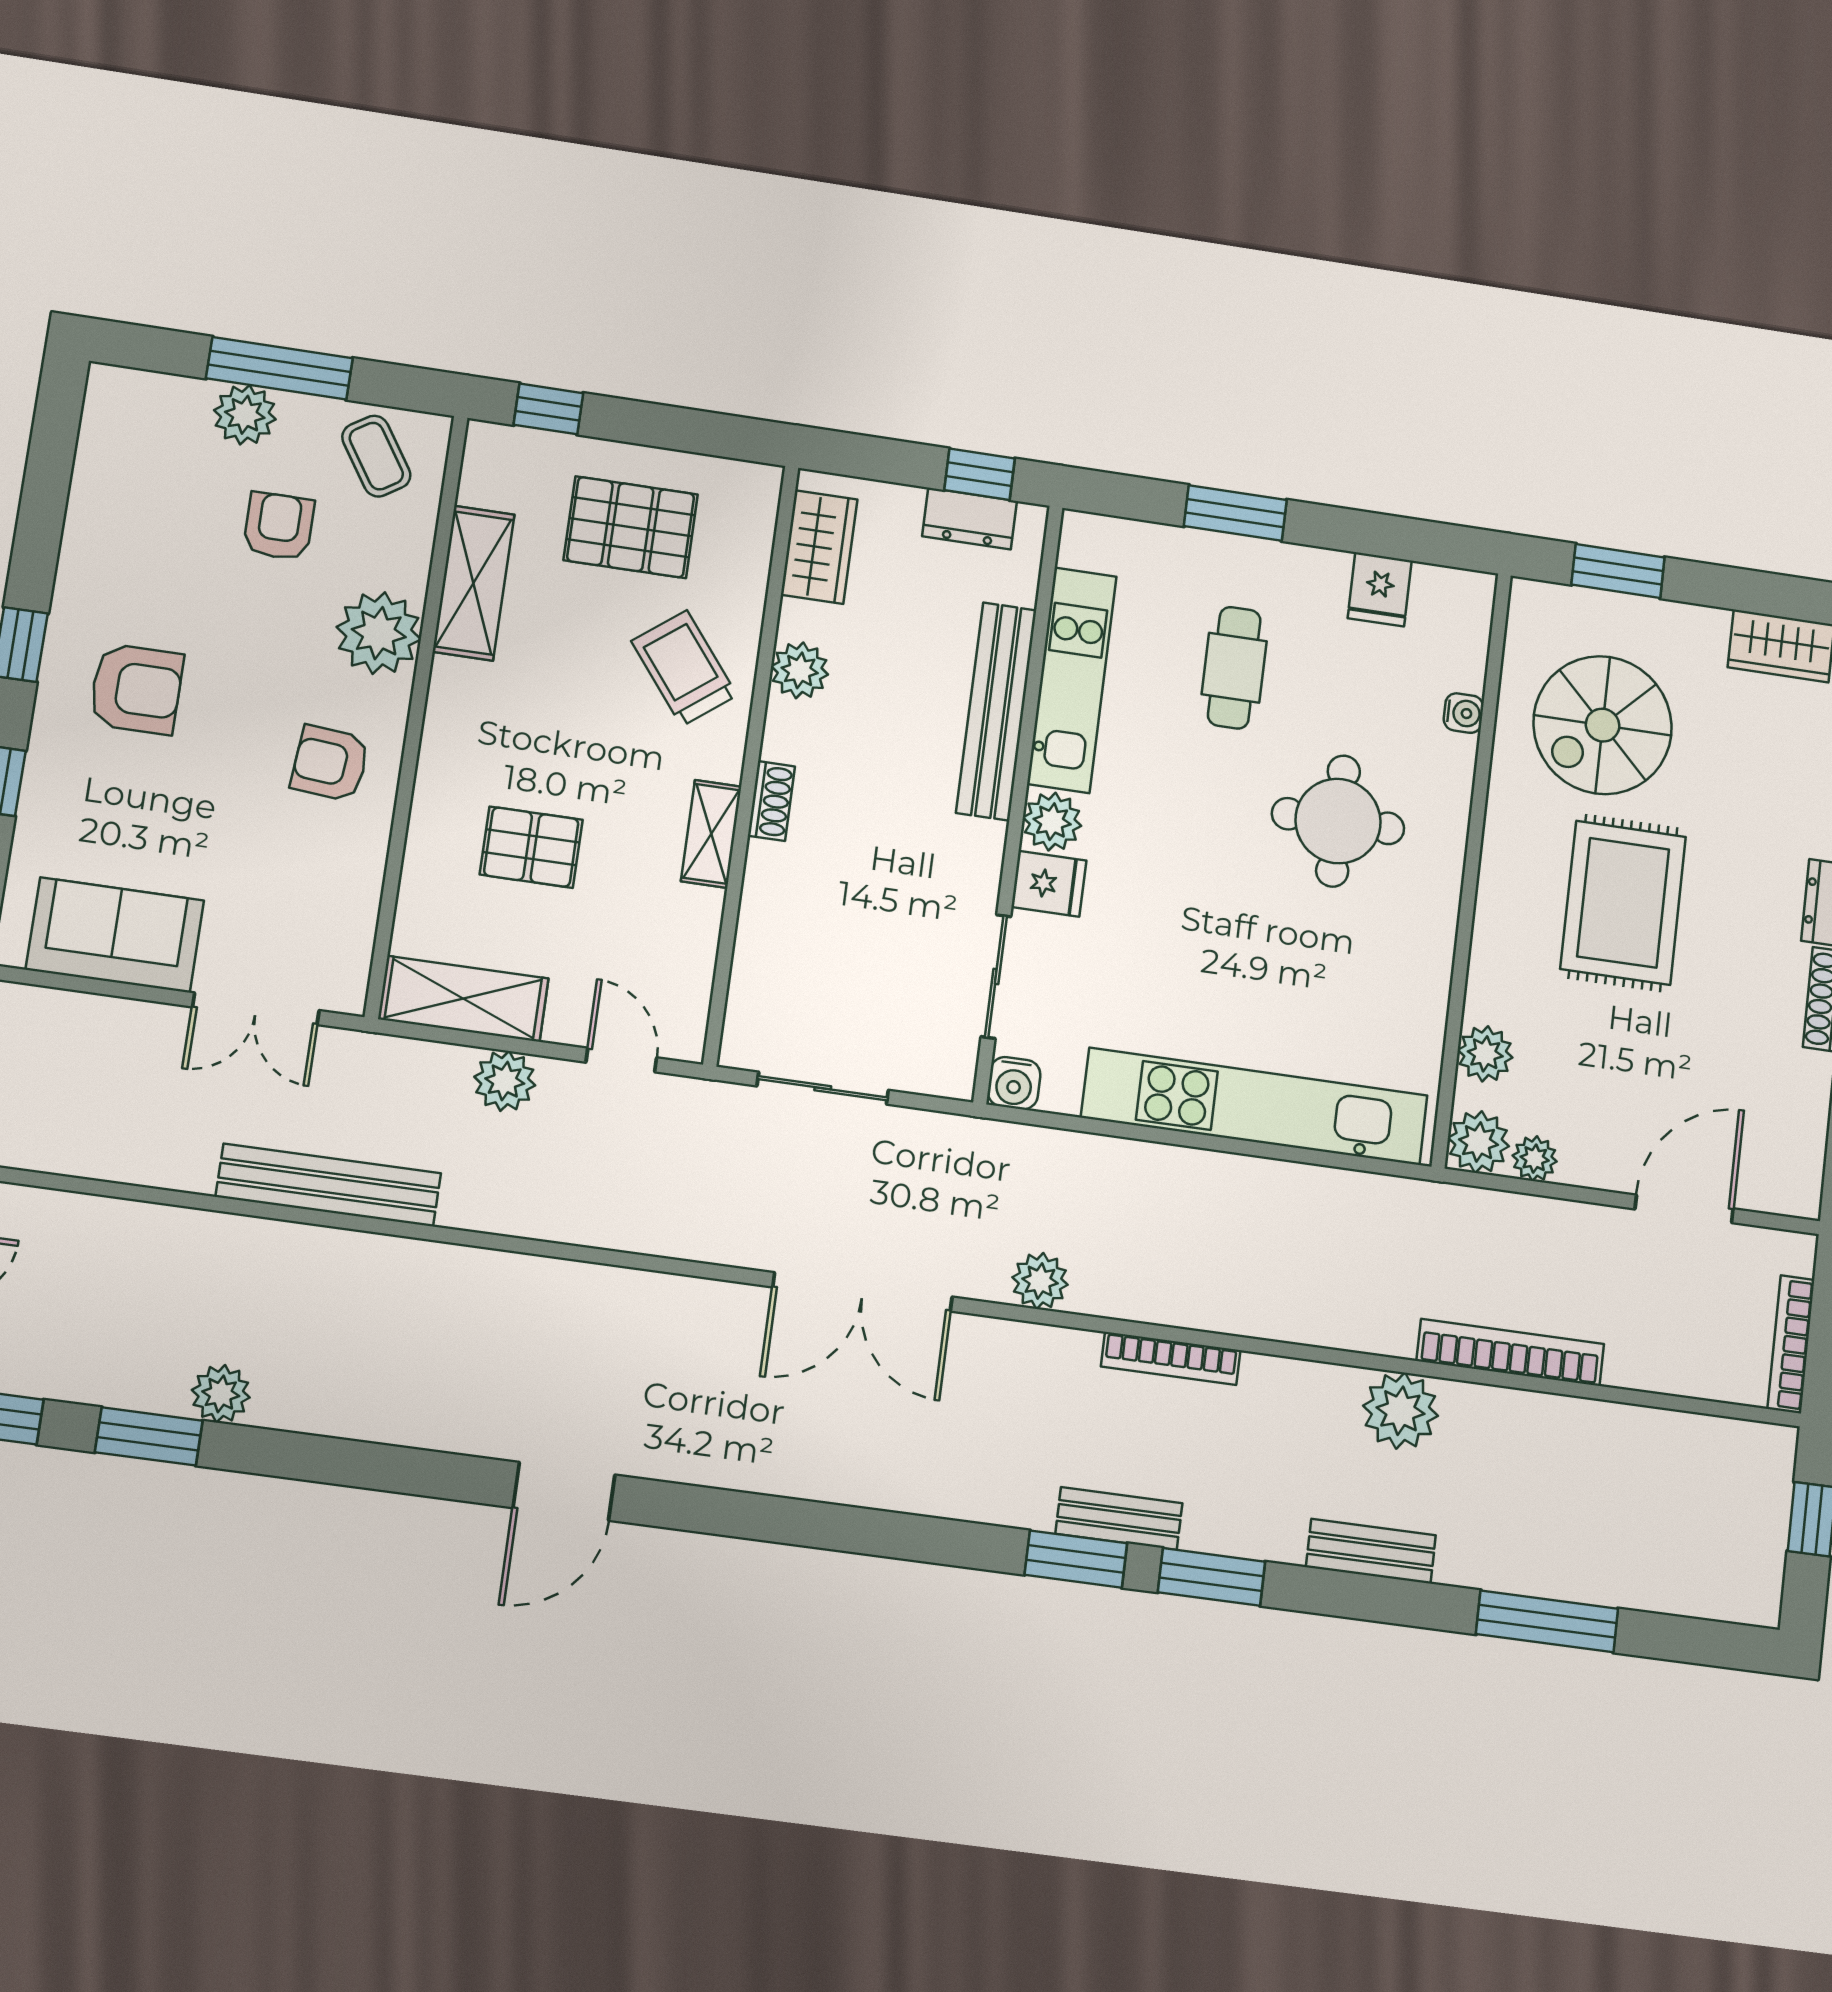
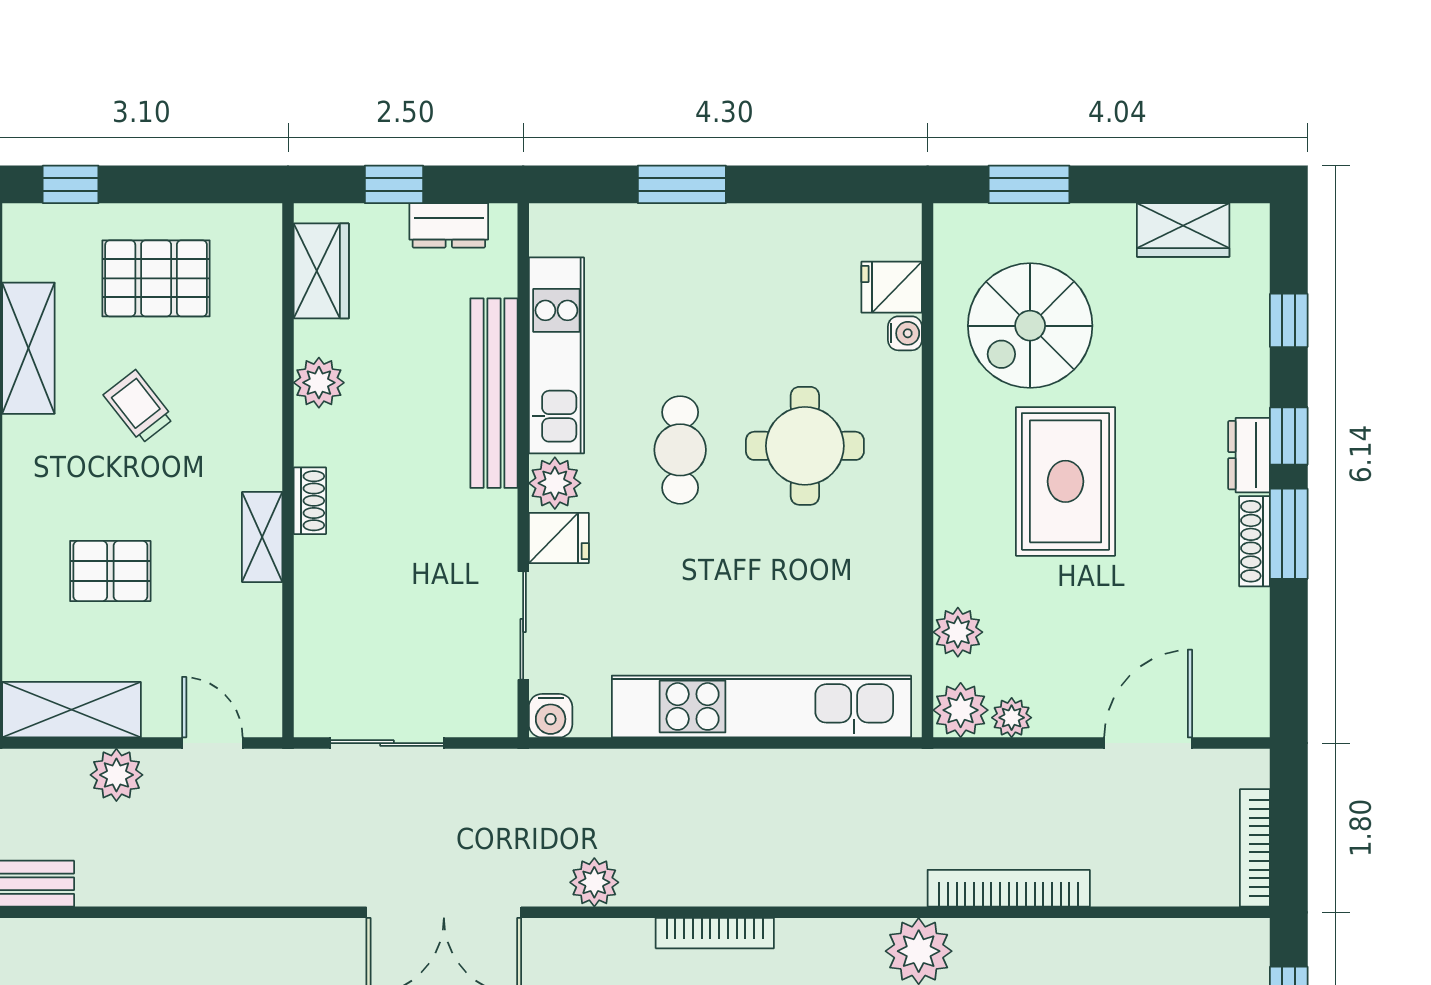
window: (979, 474) -> (394, 184), moved
fridge: (1380, 589) -> (892, 287), moved, turned 90
trolley: (684, 668) -> (139, 407), moved, width x0.73, depth x0.72
cafe table: (1234, 668) -> (680, 450), moved

